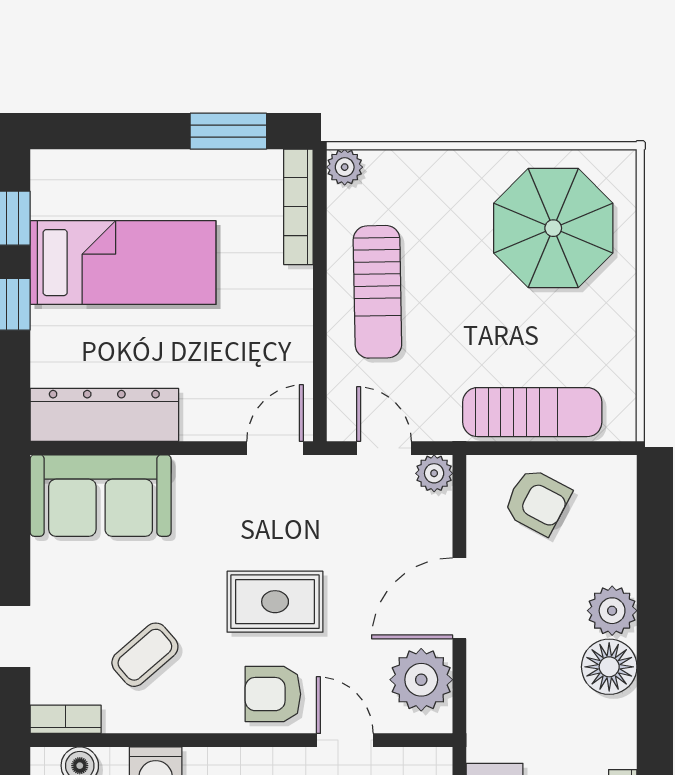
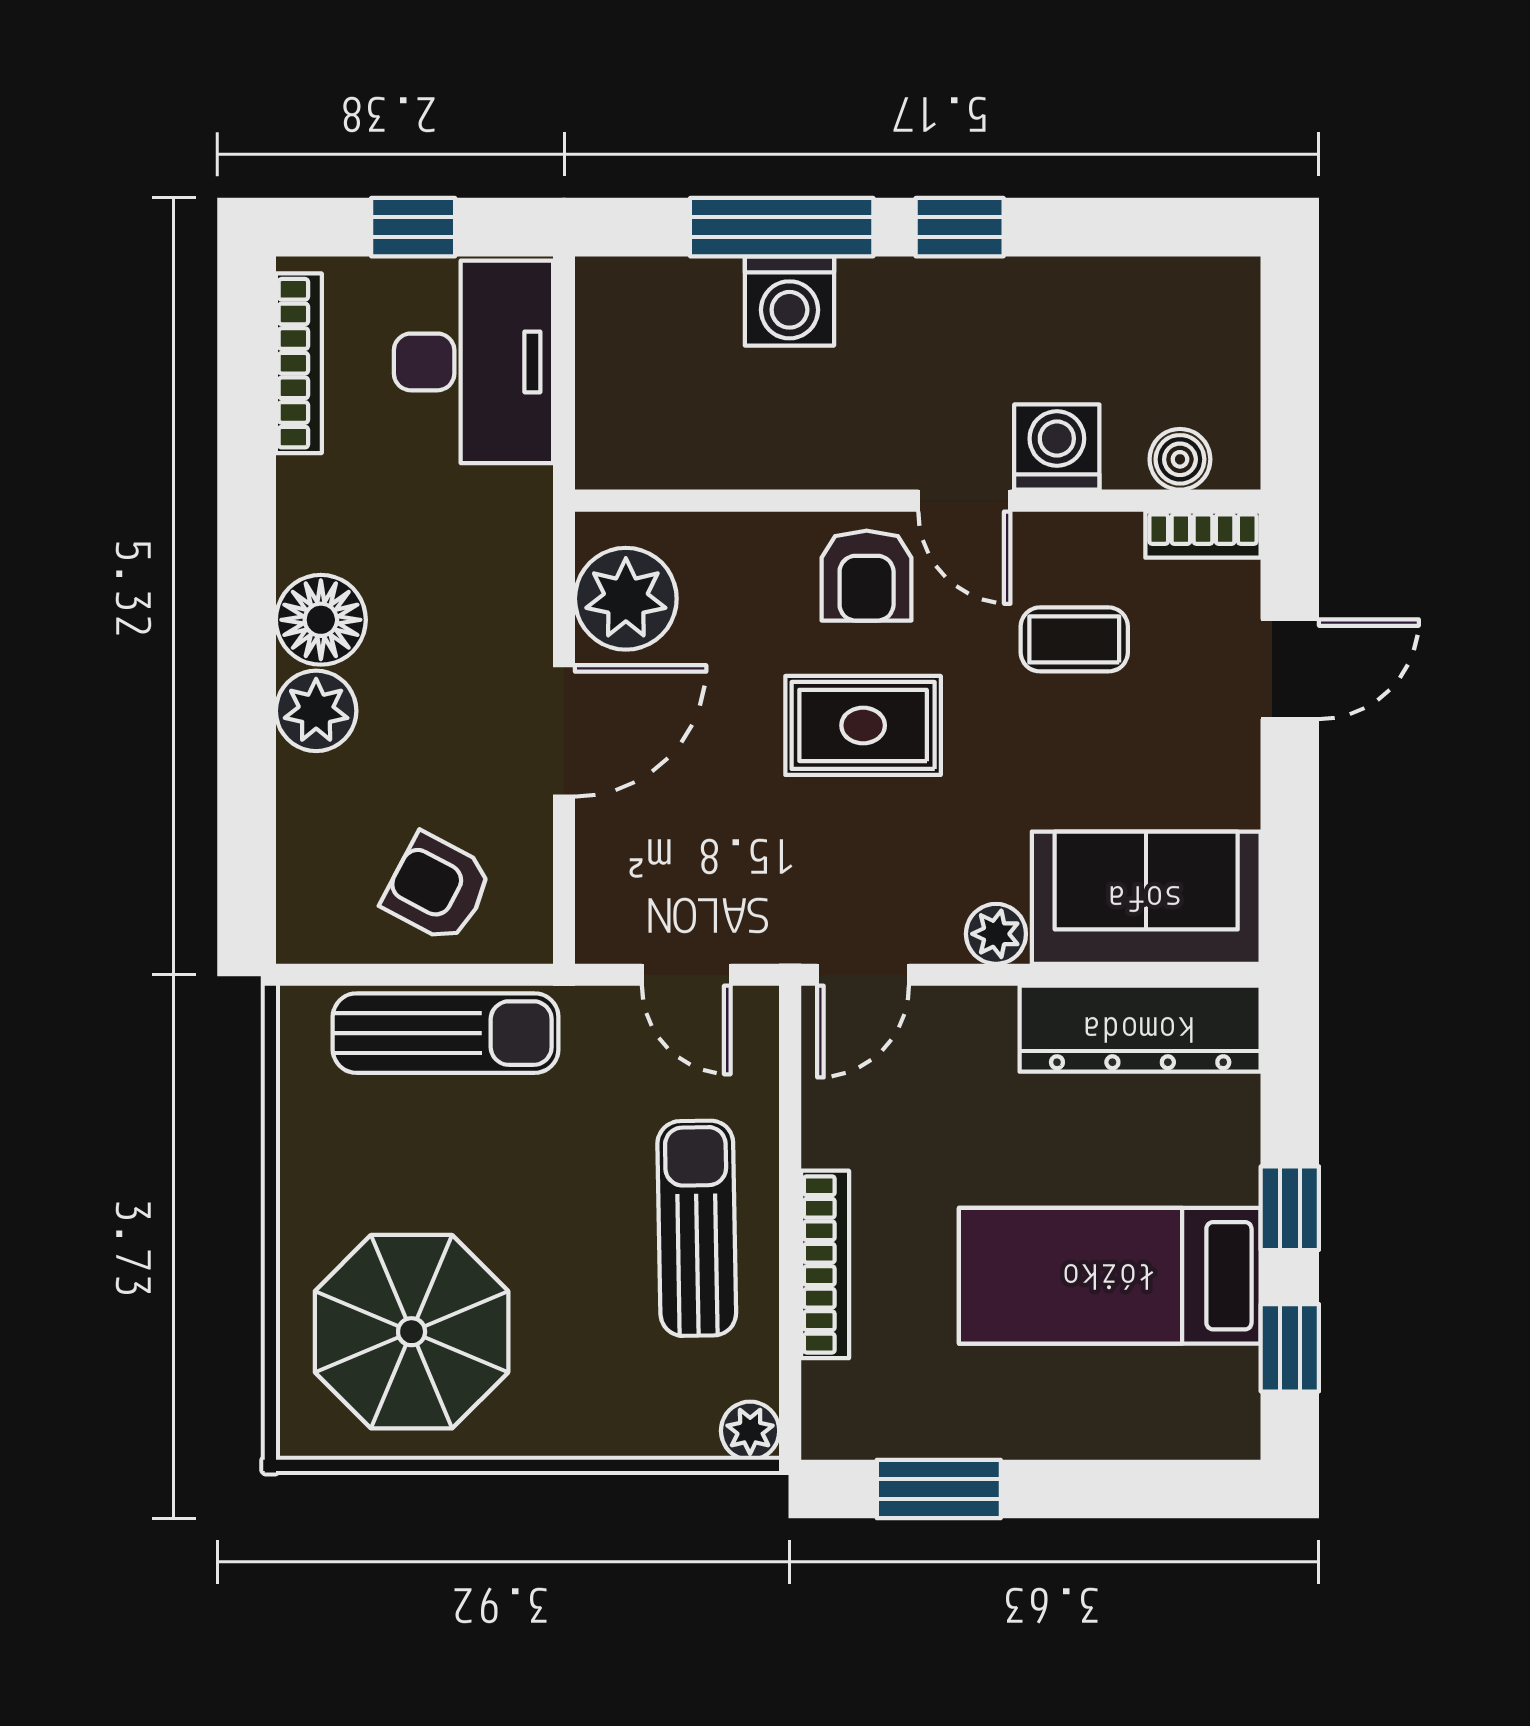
bookcase: (298, 207) -> (825, 1264), moved
sun lounger: (532, 412) -> (446, 1033), turned 180
plant: (434, 473) -> (996, 934), moved
coffee table: (145, 655) -> (1074, 639), turned 41
armchair: (273, 694) -> (867, 576), turned 90
door: (345, 740) -> (964, 501), moved

